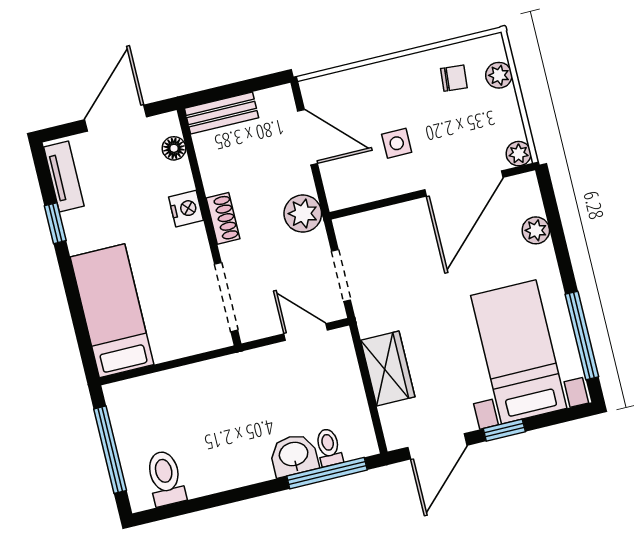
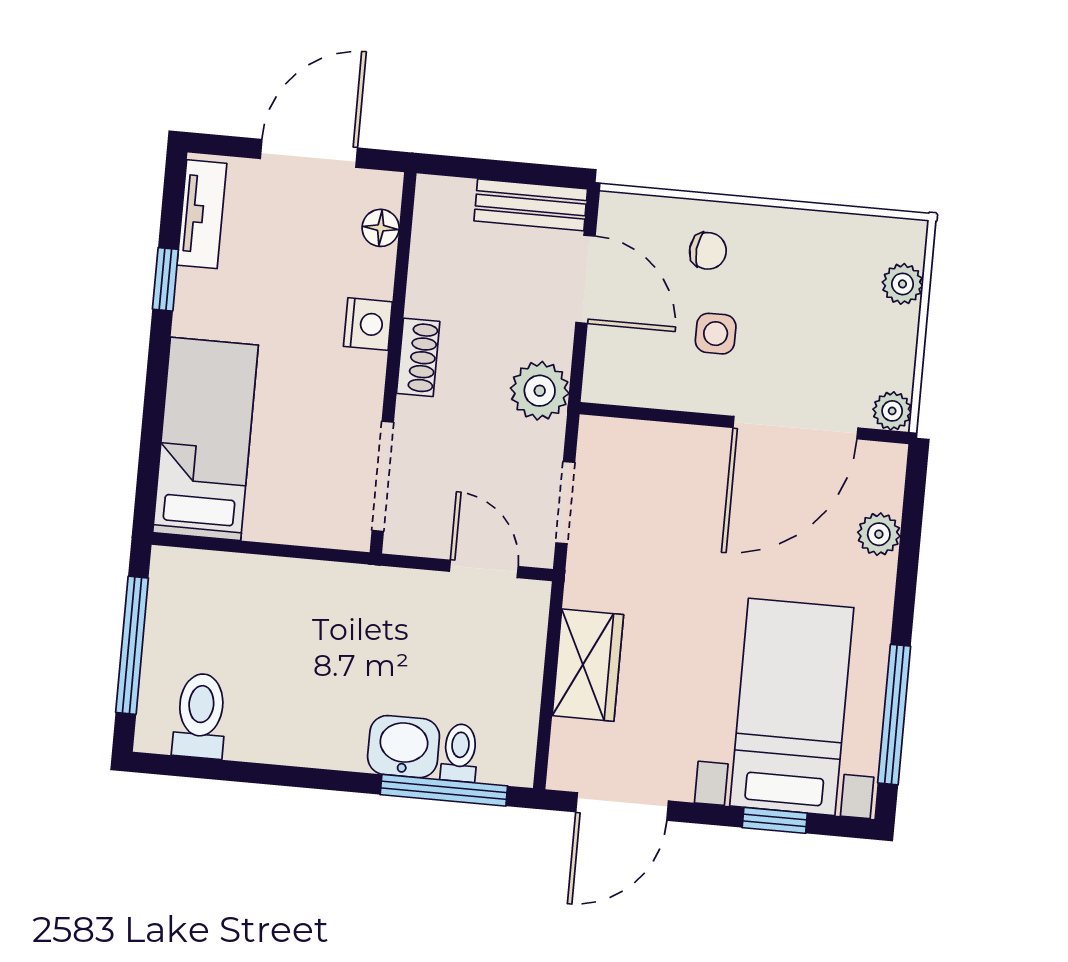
chair: (454, 78) -> (708, 251), moved
bench: (222, 113) -> (531, 205), moved
window: (504, 430) -> (775, 820), moved

